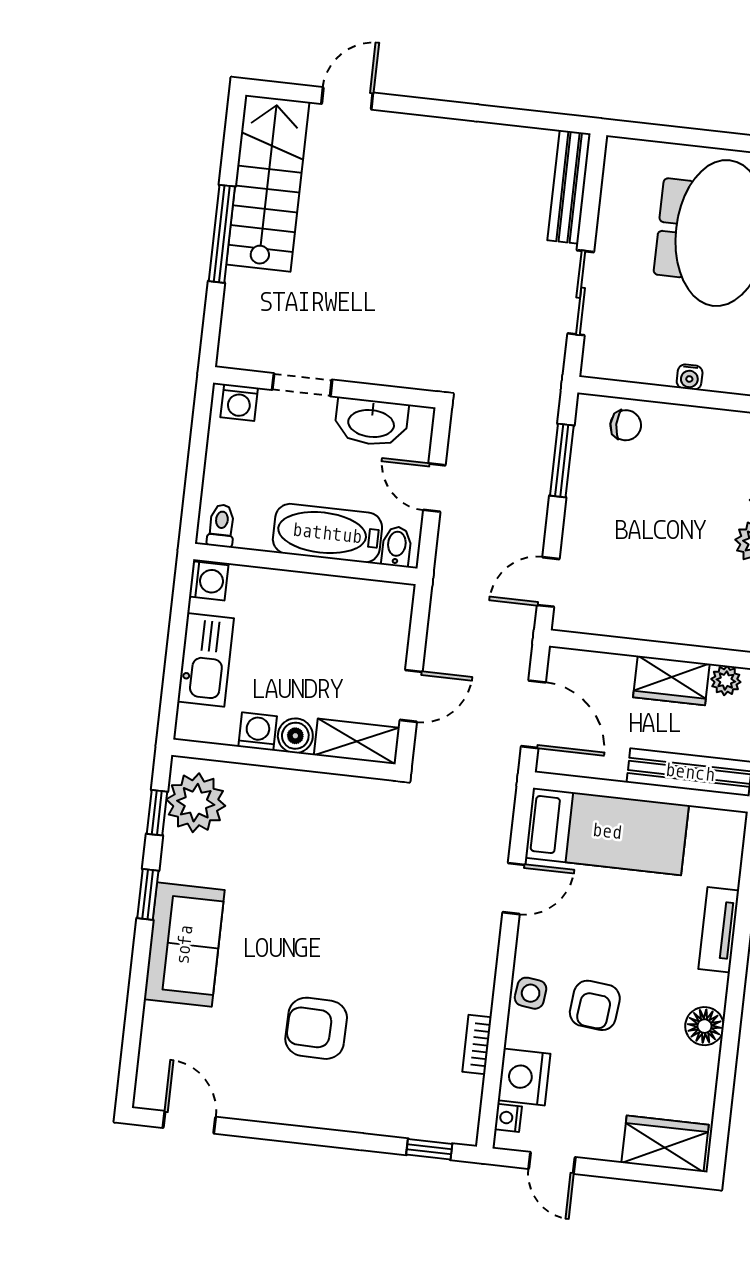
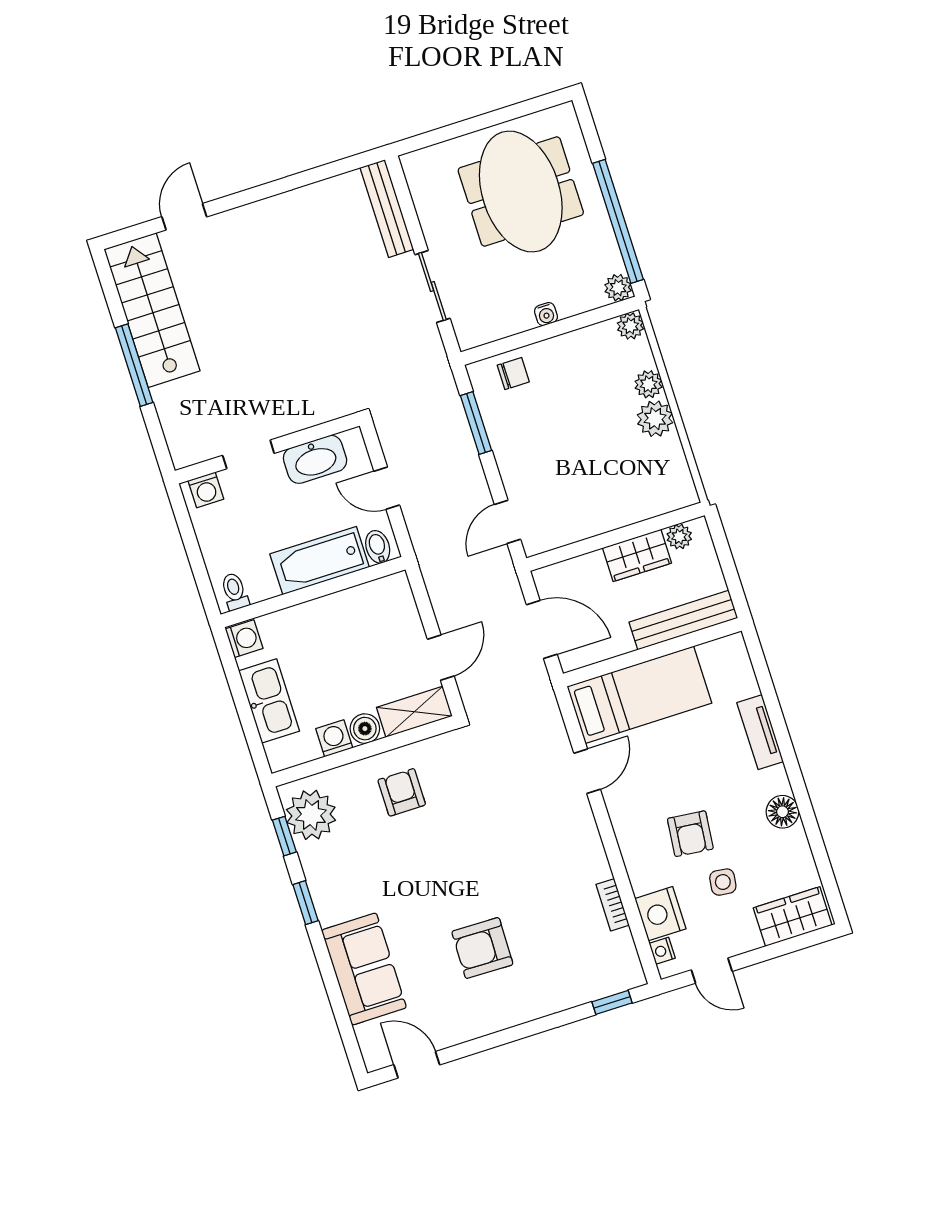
armchair: (304, 822) -> (402, 792), added
sofa: (184, 945) -> (364, 969), moved
side table: (531, 993) -> (723, 882), moved

